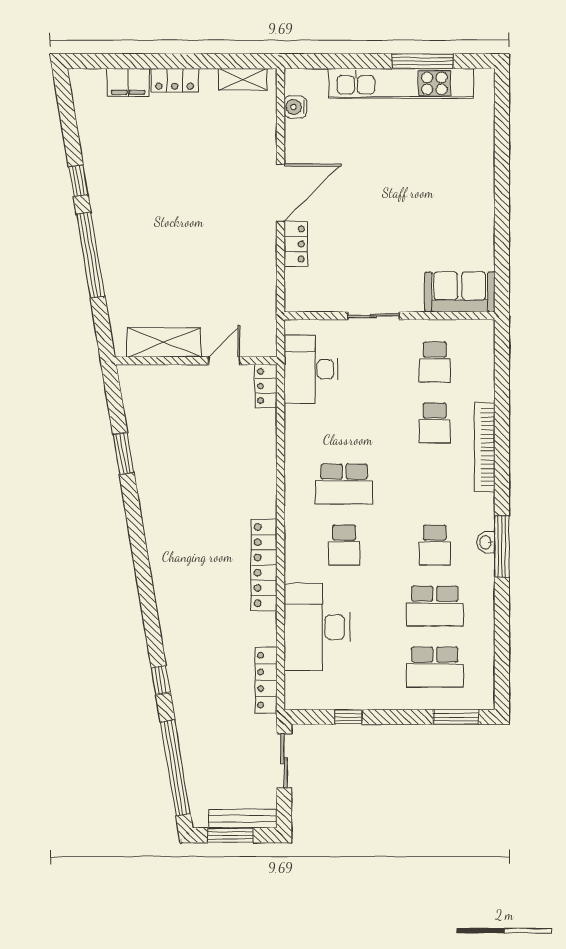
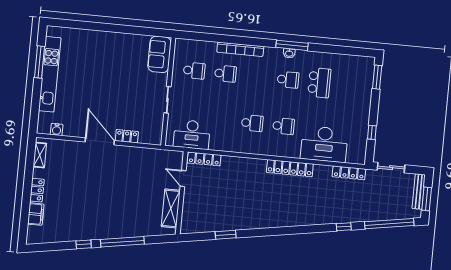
locker: (266, 386) -> (204, 159), width x1.53
school desk: (344, 484) -> (252, 123), width x0.54
school desk: (435, 667) -> (351, 86), removed

